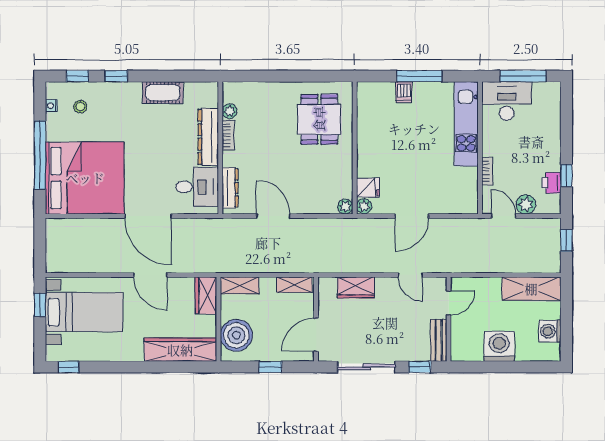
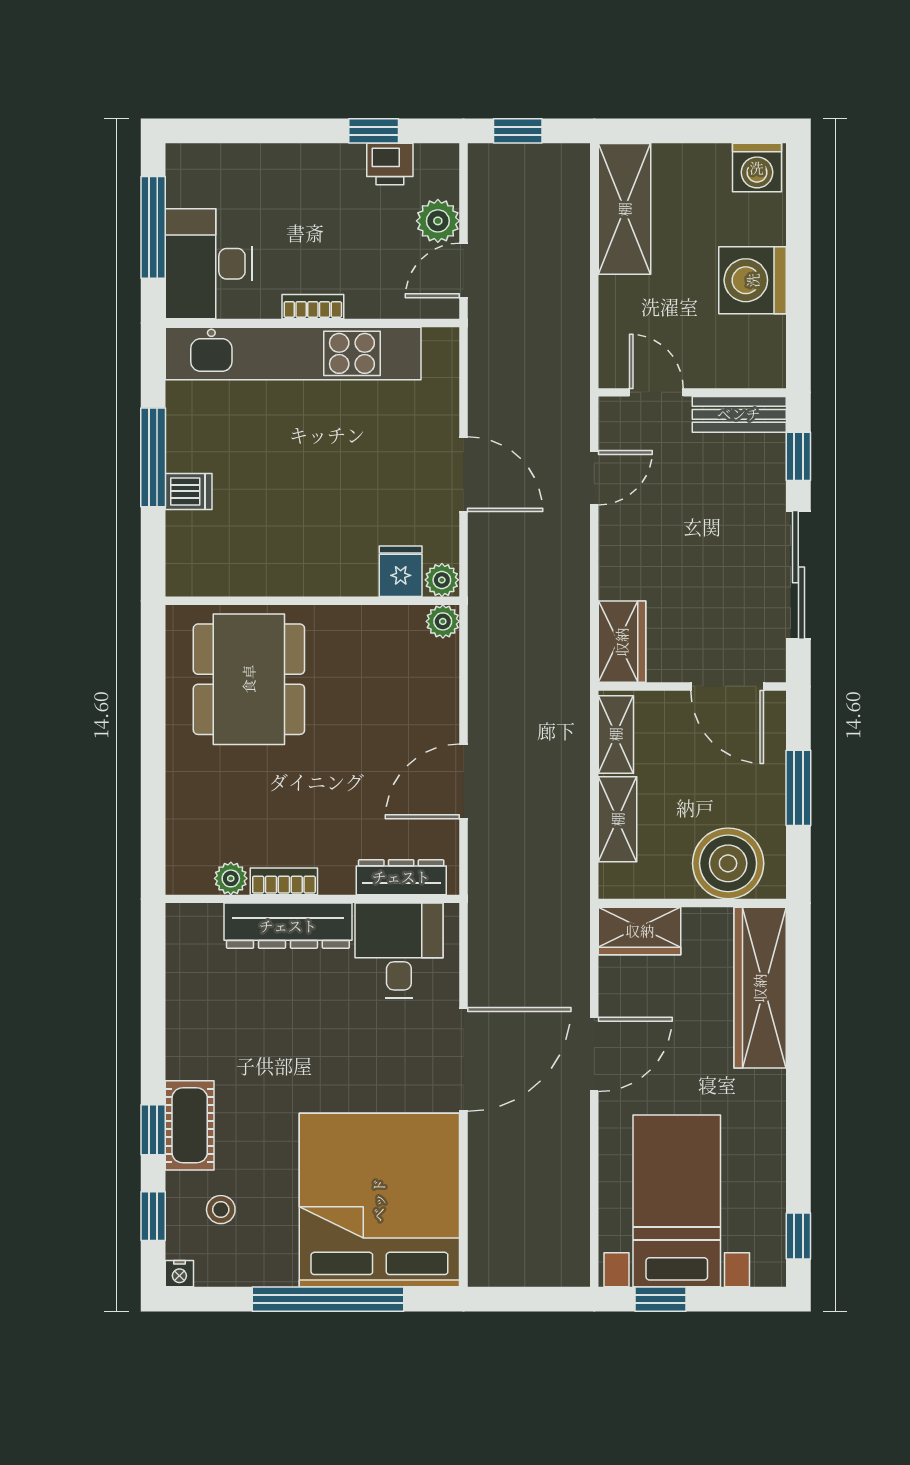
cot: (163, 93) -> (190, 1125), moved
nightstand: (51, 106) -> (179, 1274), moved
dining table: (319, 119) -> (249, 679), width x1.37
kitchen unit: (466, 124) -> (293, 353), width x1.36
bookcase: (487, 171) -> (313, 307), moved
shelving: (240, 285) -> (618, 819), moved
wardrobe: (356, 287) -> (622, 642), moved
washing machine: (550, 331) -> (757, 168), moved
window: (270, 367) -> (798, 788), width x1.50

